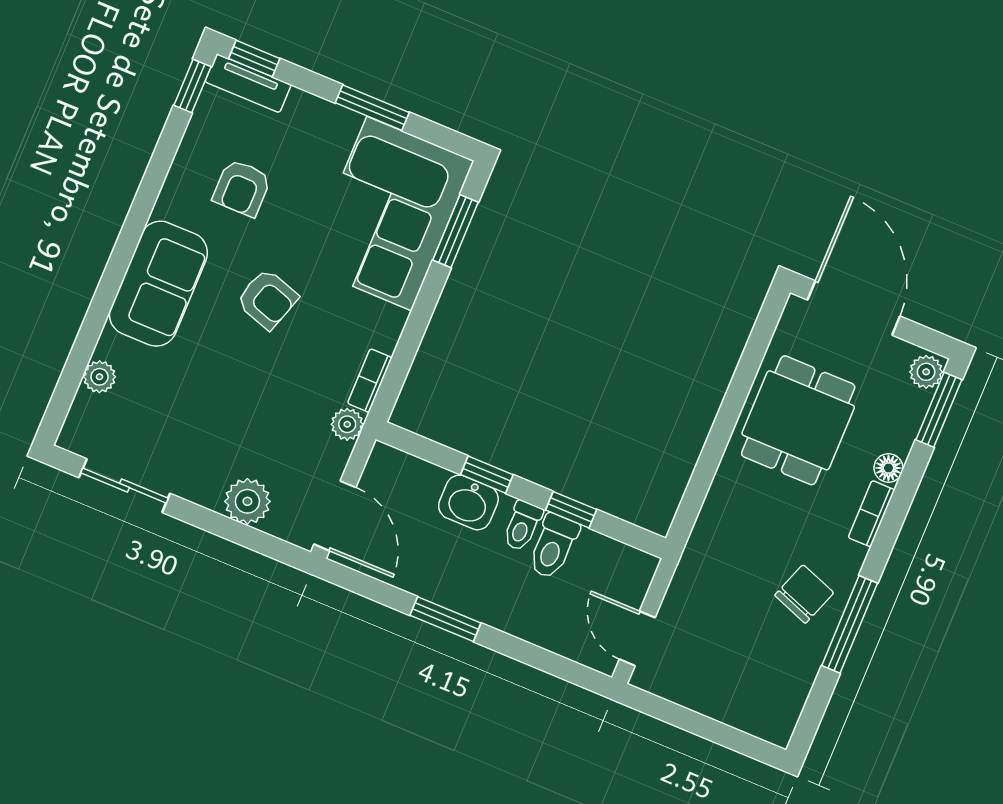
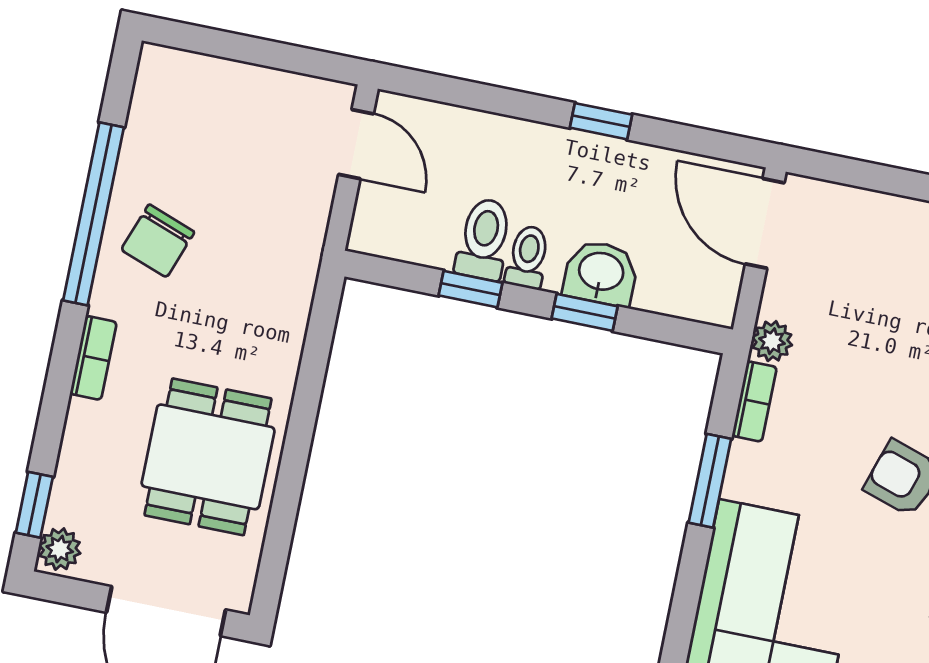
window: (456, 231) -> (710, 481), moved
window: (939, 410) -> (34, 505), width x0.67
floor lamp: (888, 468) -> (83, 419), removed
plant: (247, 501) -> (878, 220), removed
window: (445, 619) -> (601, 121), width x0.67
window: (850, 624) -> (94, 214), width x1.46

